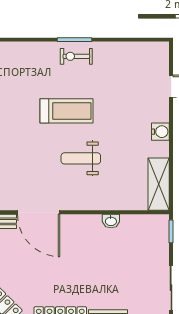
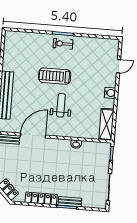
treadmill: (67, 111) -> (55, 76), turned 180
weight bench: (81, 158) -> (61, 105), turned 90
door: (39, 212) -> (33, 136), swing flipped

